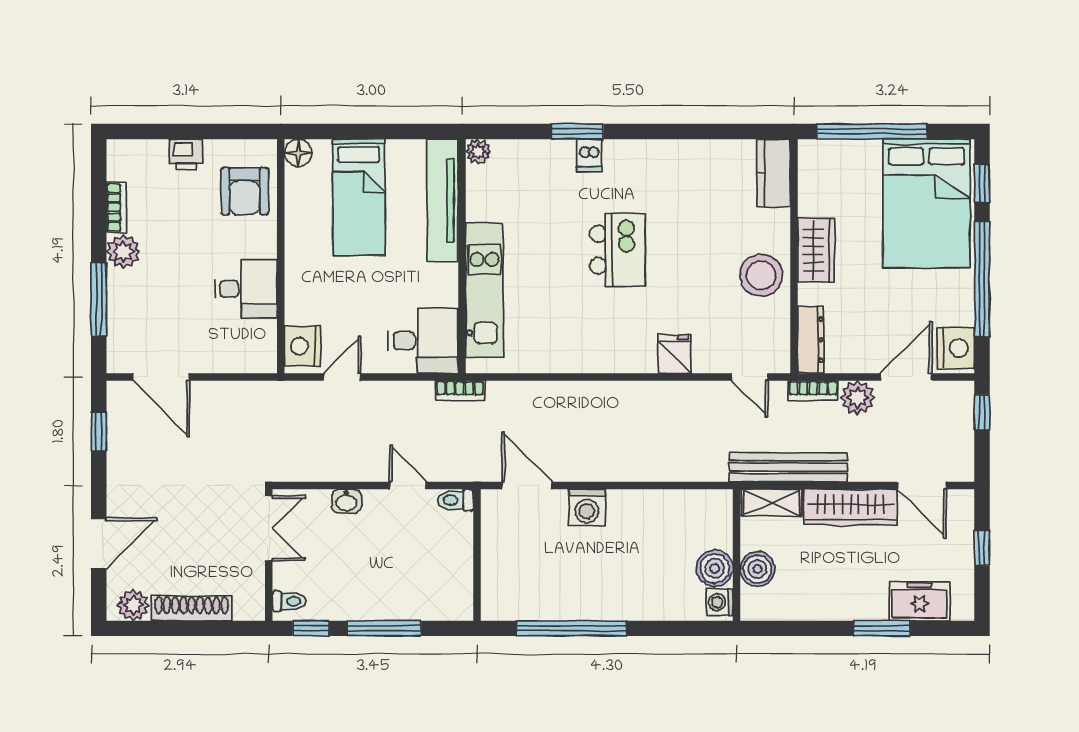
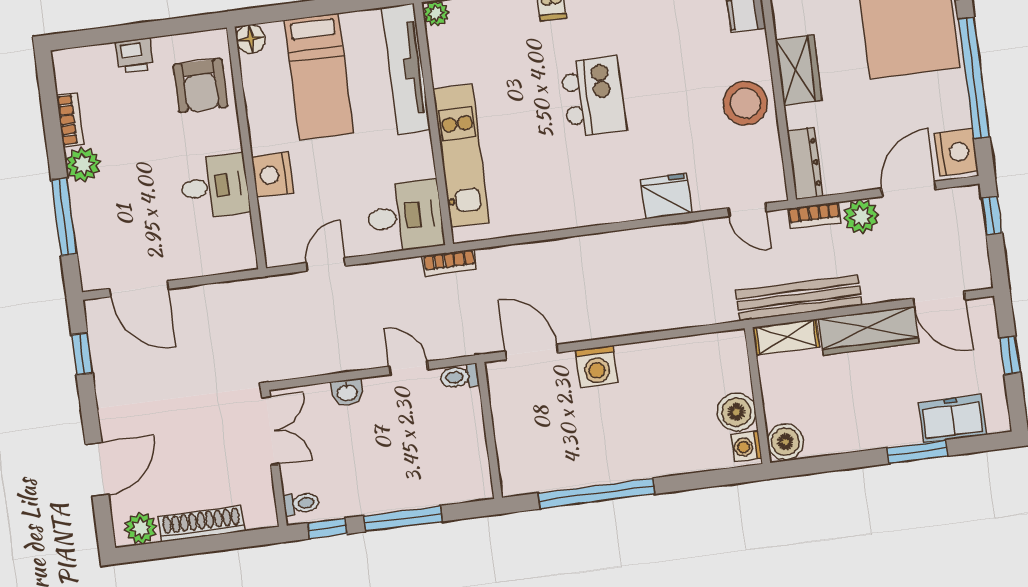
nightstand: (302, 346) -> (272, 175), moved
fridge: (675, 354) -> (666, 196), width x1.38
boiler: (758, 569) -> (785, 442), moved

